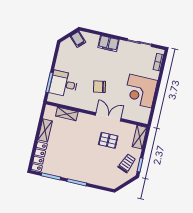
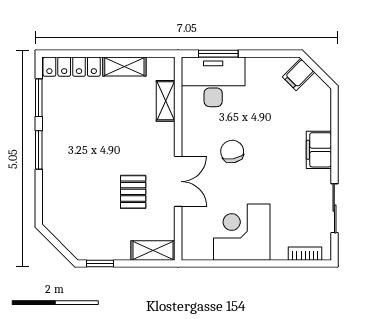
filing cabinet: (78, 39) -> (299, 74), moved
desk: (64, 84) -> (213, 82), width x1.37
trolley: (127, 163) -> (97, 238), removed

